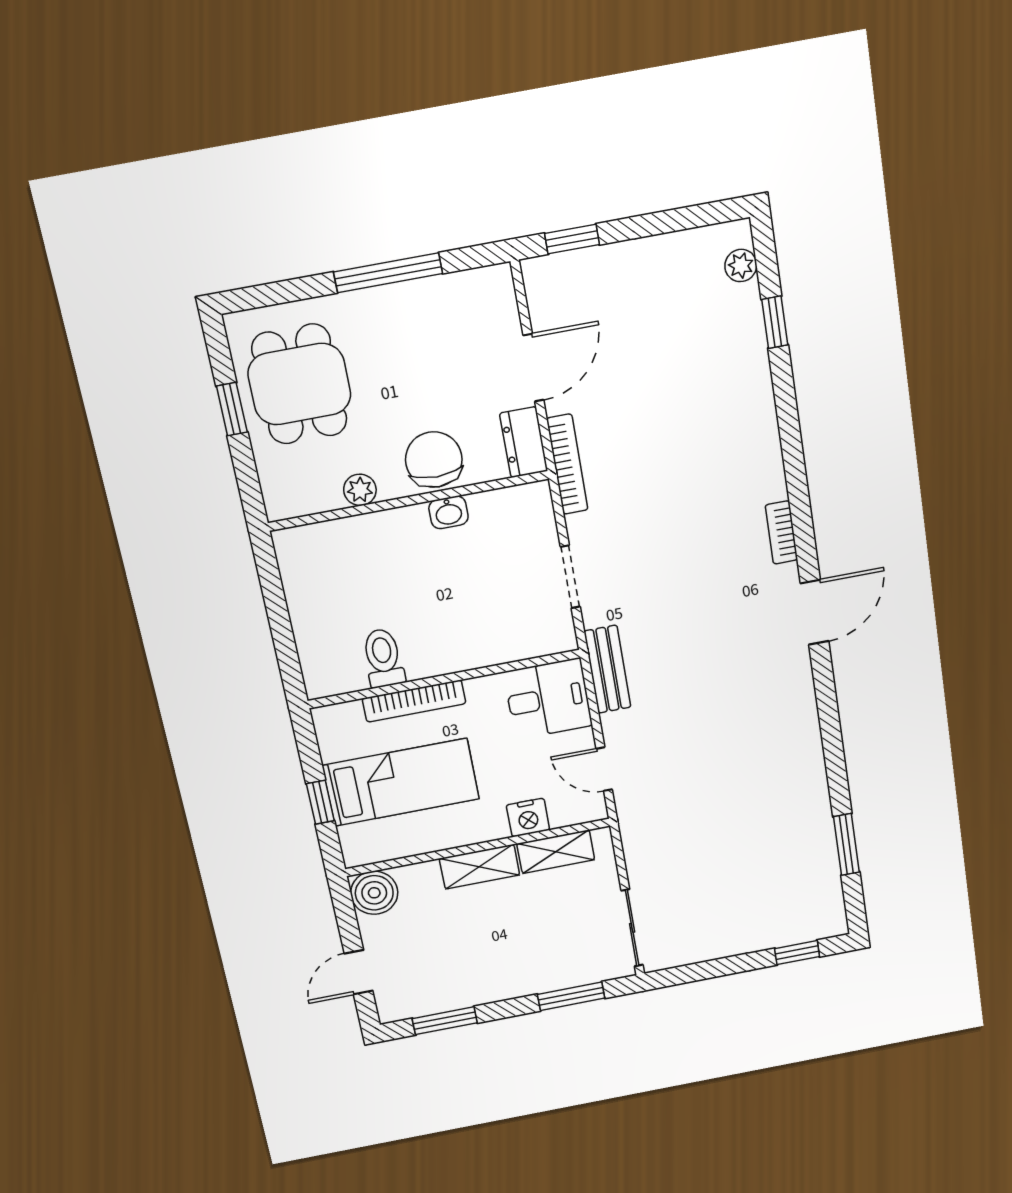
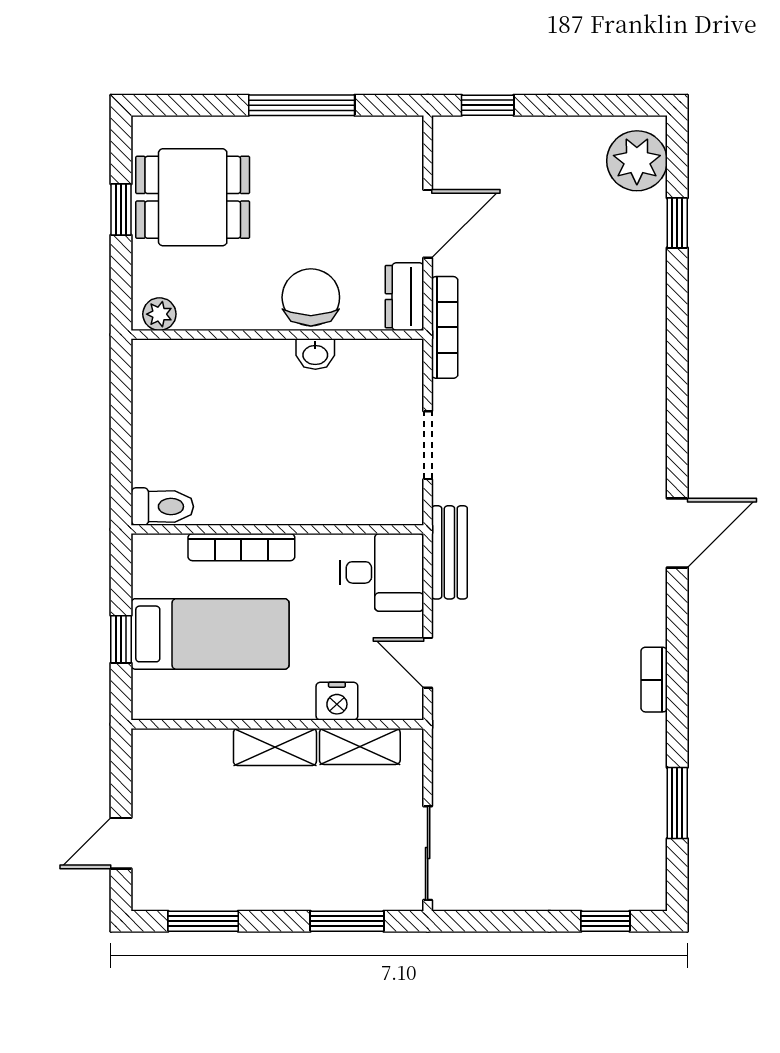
plant: (741, 265) -> (637, 161), width x1.87, depth x1.87
dining table: (299, 384) -> (193, 197), turned 90
plant: (360, 490) -> (159, 314), moved
bookcase: (781, 532) -> (654, 680), moved
toilet: (383, 658) -> (162, 507), moved, turned 90
boiler: (374, 893) -> (157, 754), removed

